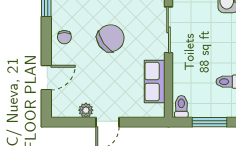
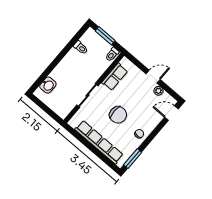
chair: (110, 38) -> (118, 115), turned -145
door: (46, 78) -> (171, 113), moved

